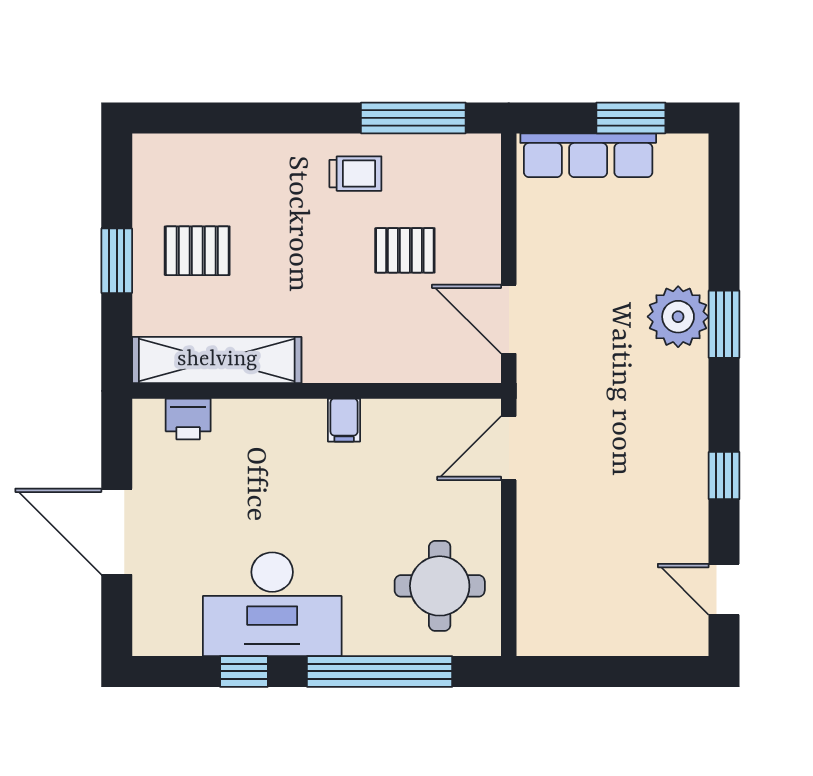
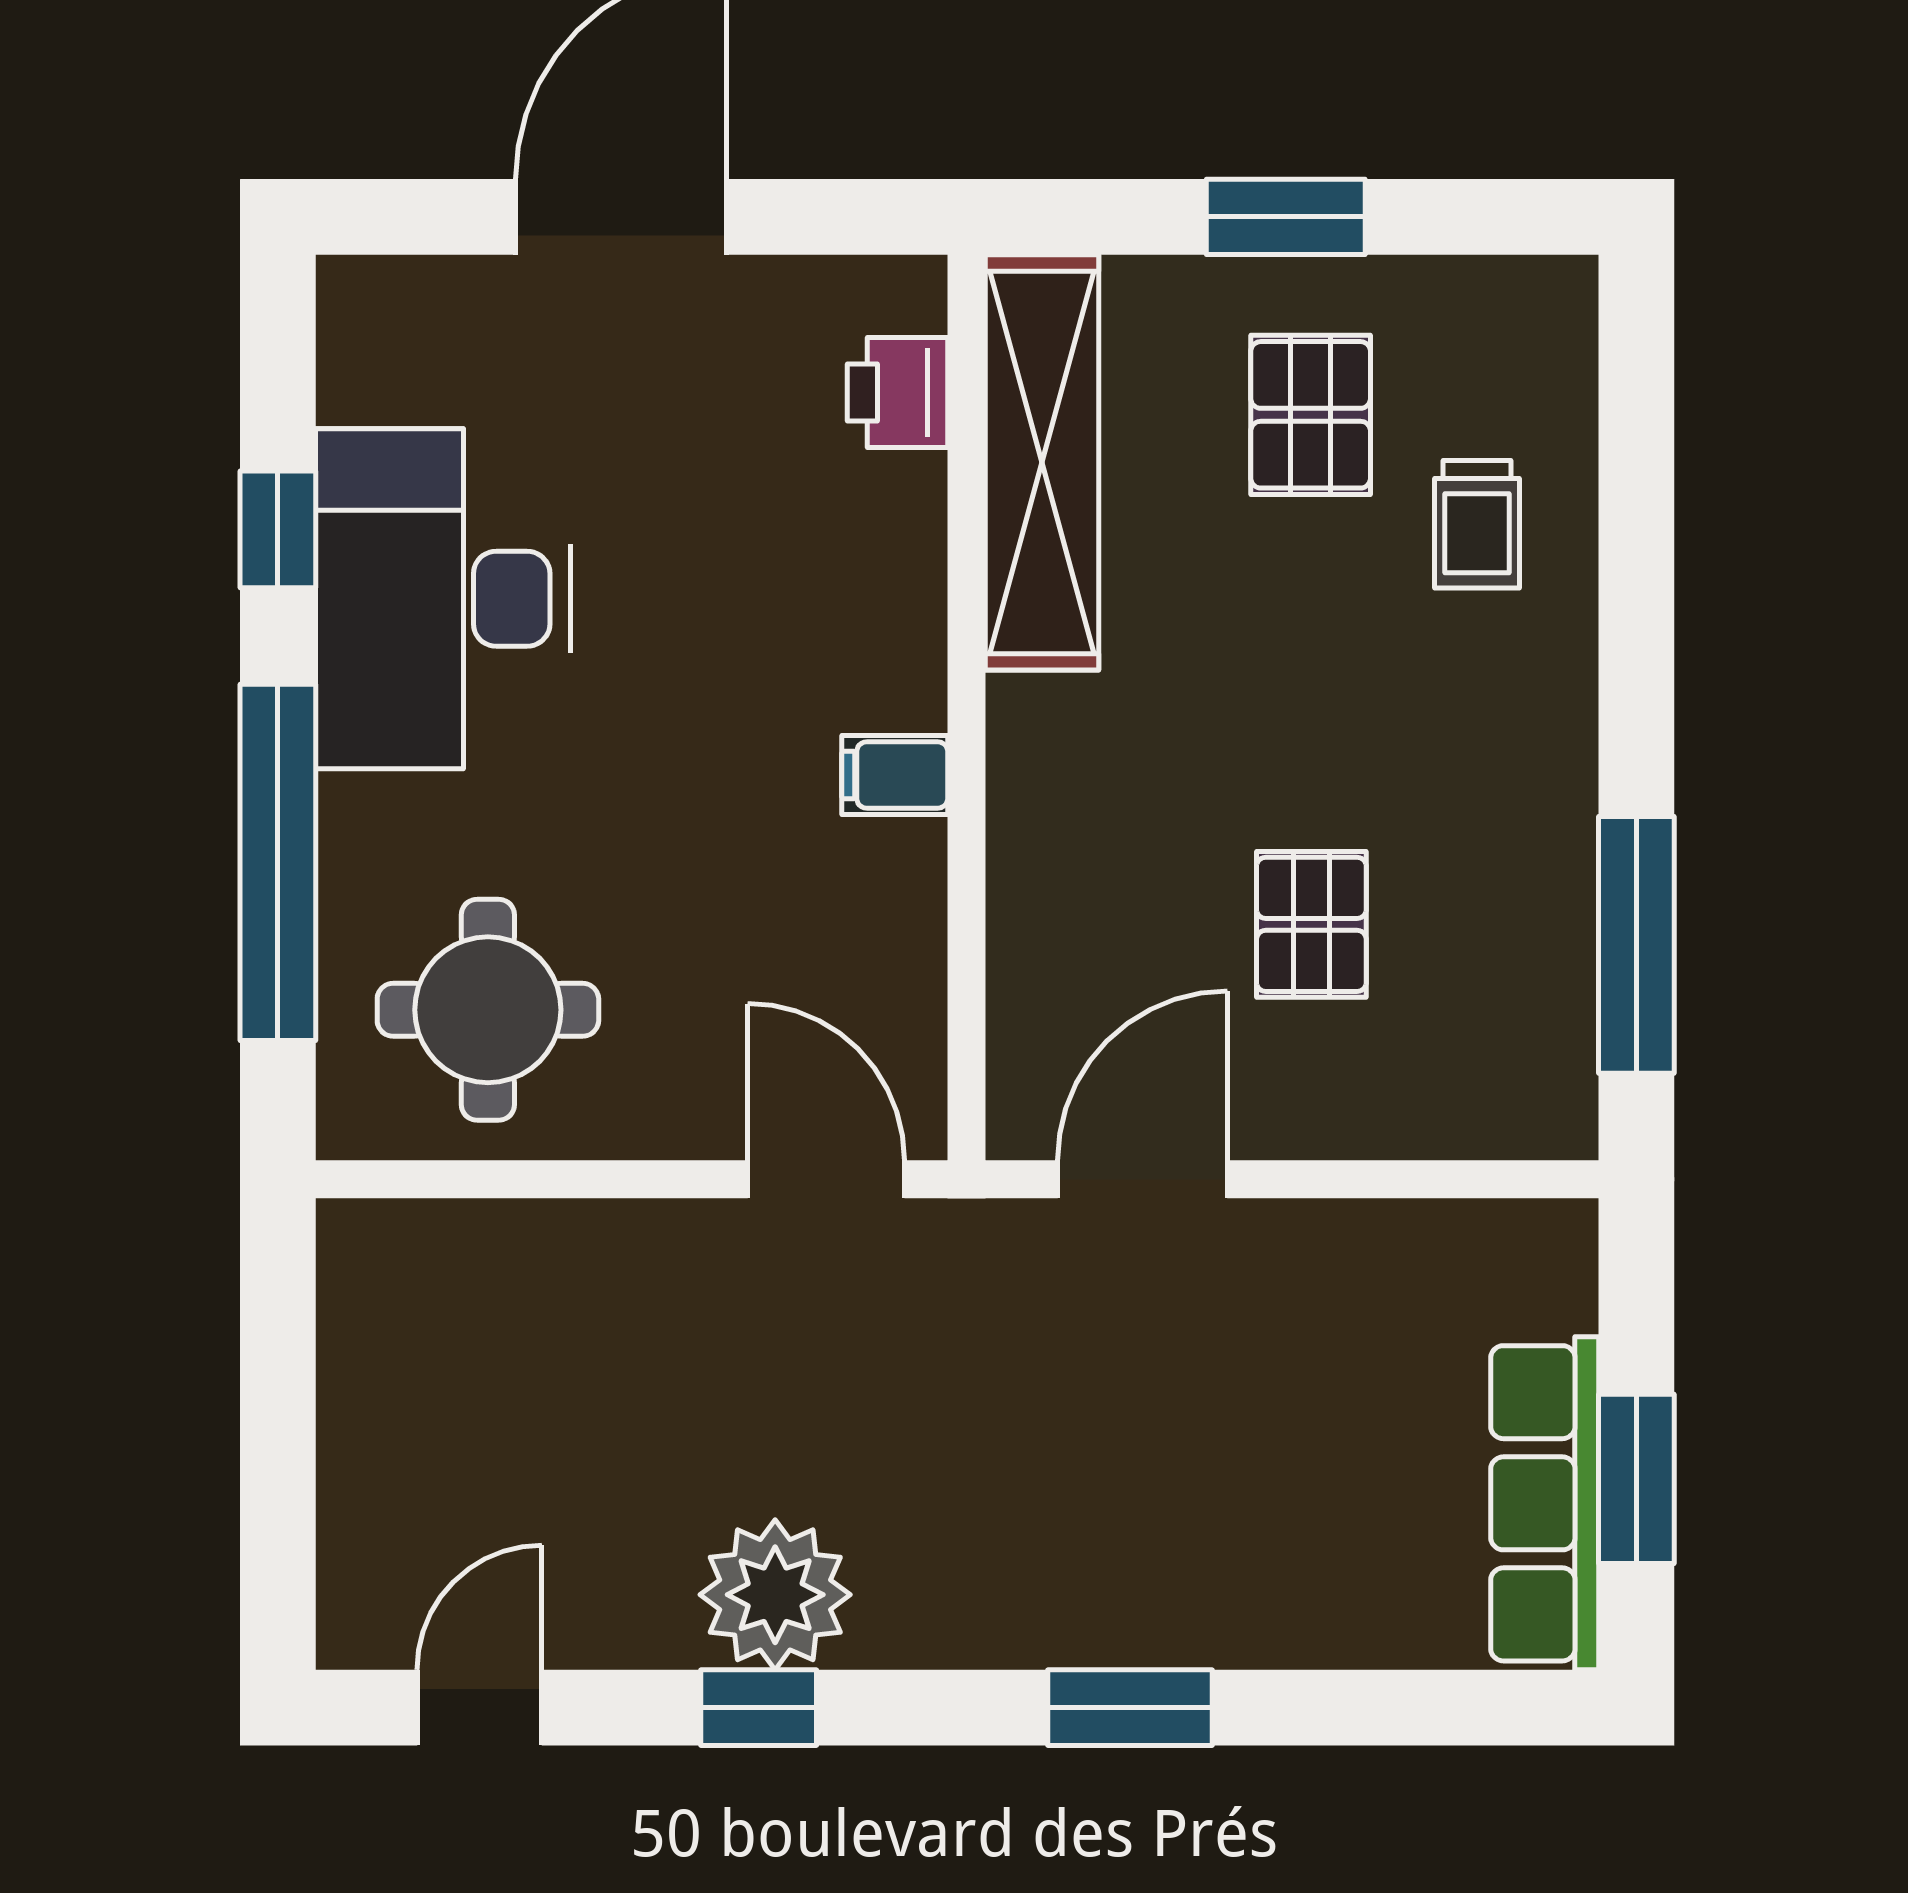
row of seats: (588, 155) -> (1545, 1503), moved
trolley: (355, 174) -> (1477, 524), moved
plant: (678, 317) -> (775, 1595), moved

